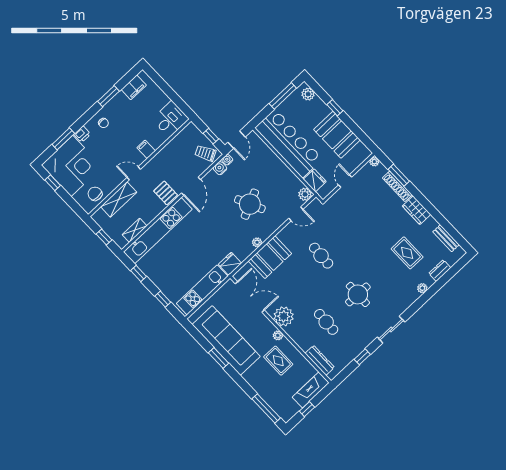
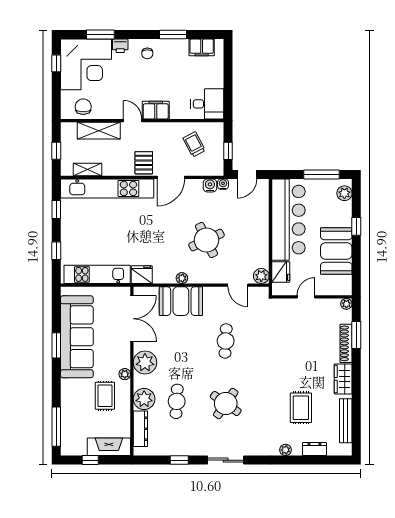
filing cabinet: (146, 149) -> (156, 110), width x2.00
trolley: (205, 153) -> (194, 144), moved
bench: (446, 238) -> (346, 421), width x1.36
round table: (358, 294) -> (226, 404), turned 34
plant: (305, 340) -> (144, 399), added

